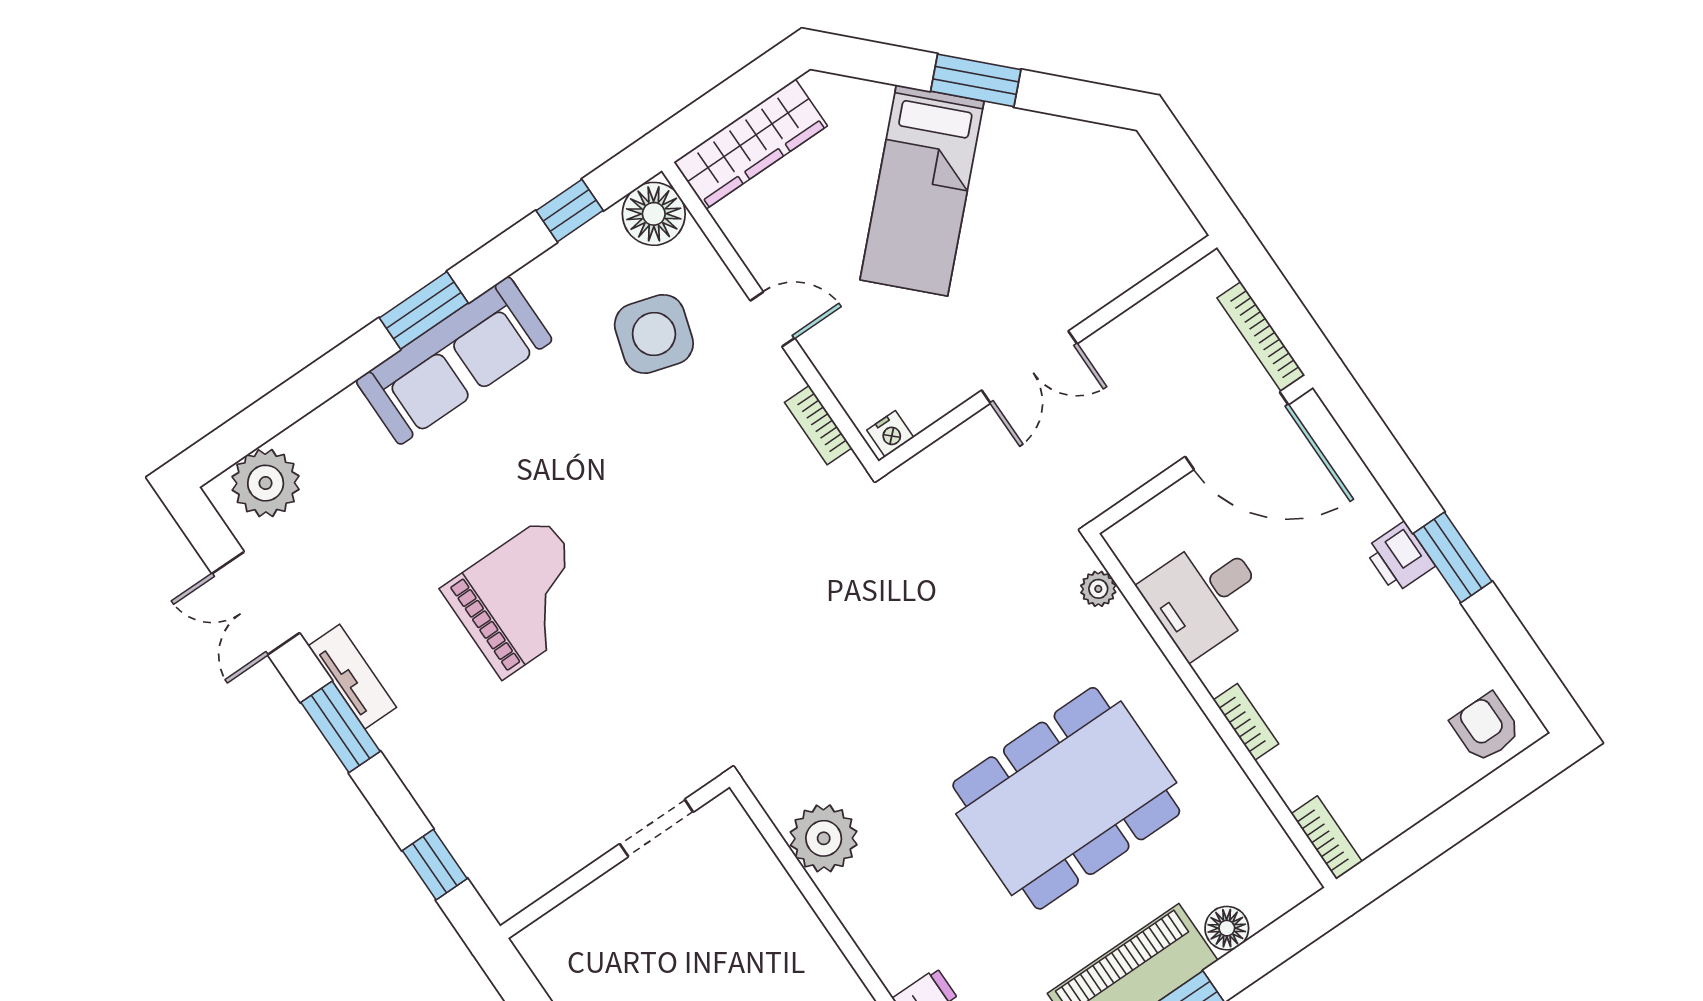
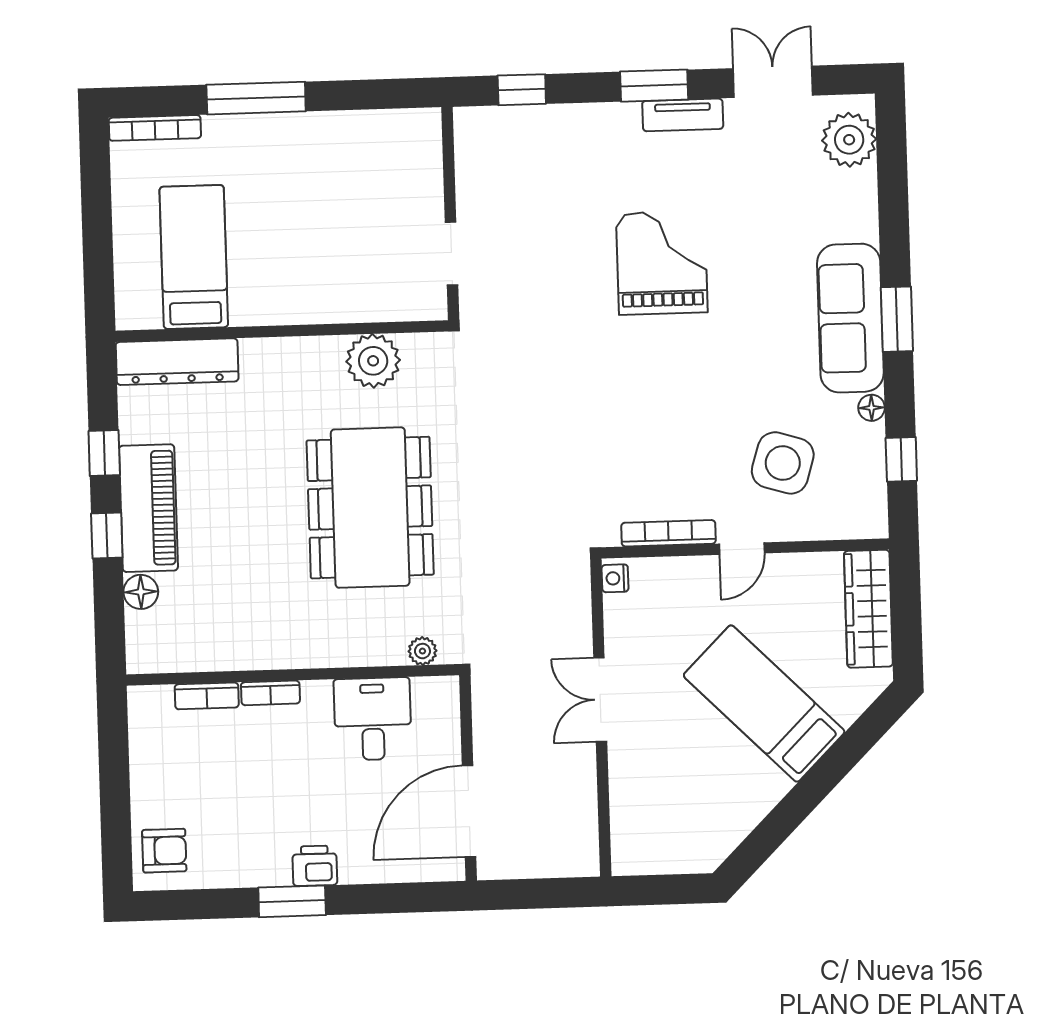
window: (976, 80) -> (815, 786), removed
floor lamp: (654, 214) -> (871, 408), moved, width x0.53, depth x0.53
bookcase: (1261, 337) -> (522, 868), removed
bookcase: (818, 425) -> (669, 533), width x1.56
grand piano: (523, 598) -> (662, 263), turned 180
dining table: (1066, 798) -> (370, 508), moved
bookcase: (1327, 838) -> (207, 696), moved

